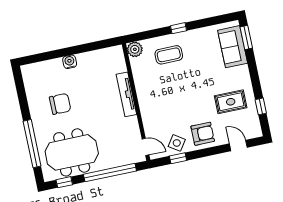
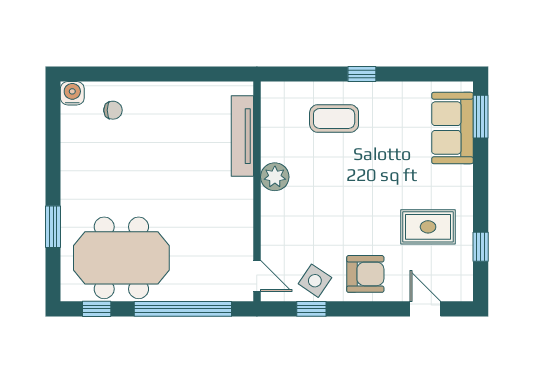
plant: (135, 49) -> (275, 177), moved
water cooler: (70, 62) -> (72, 93), moved
tv unit: (126, 94) -> (242, 136), moved
chair: (60, 104) -> (113, 110), moved, width x0.54, depth x0.54
window: (32, 144) -> (53, 227), width x0.47

